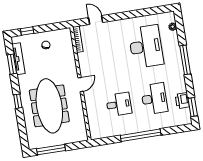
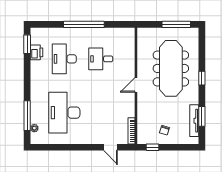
window: (27, 31) -> (153, 147), moved
window: (185, 60) -> (27, 116), moved

